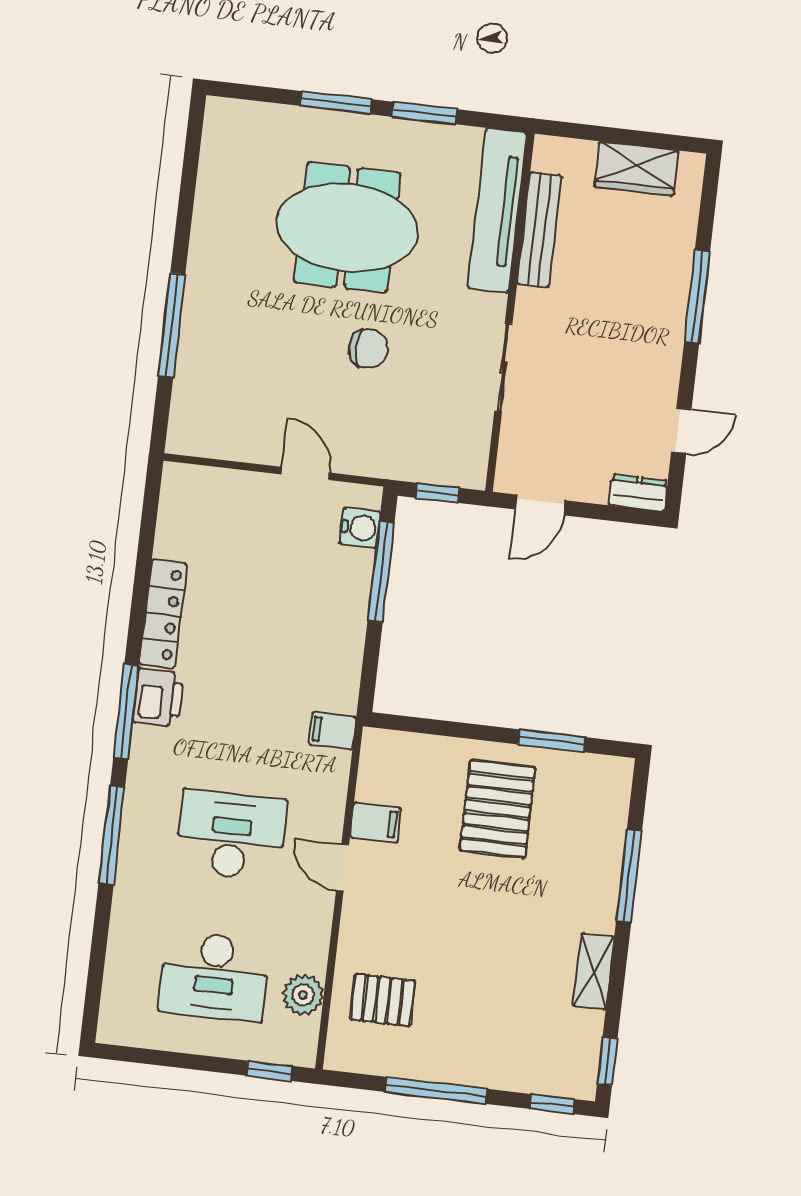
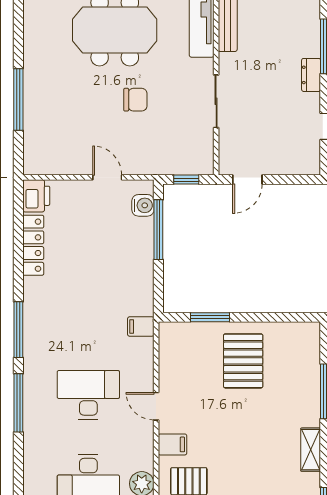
dresser: (638, 493) -> (311, 75), moved, turned -90
locker: (163, 614) -> (33, 245), moved
printer: (158, 698) -> (36, 196), moved
window: (552, 741) -> (210, 317), moved
filing cabinet: (376, 823) -> (172, 444), moved

